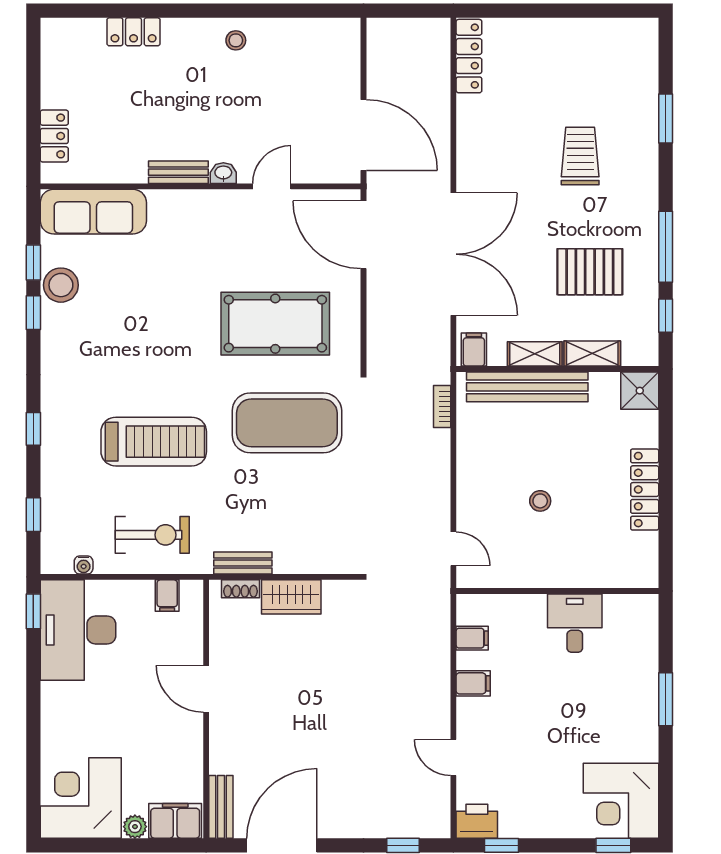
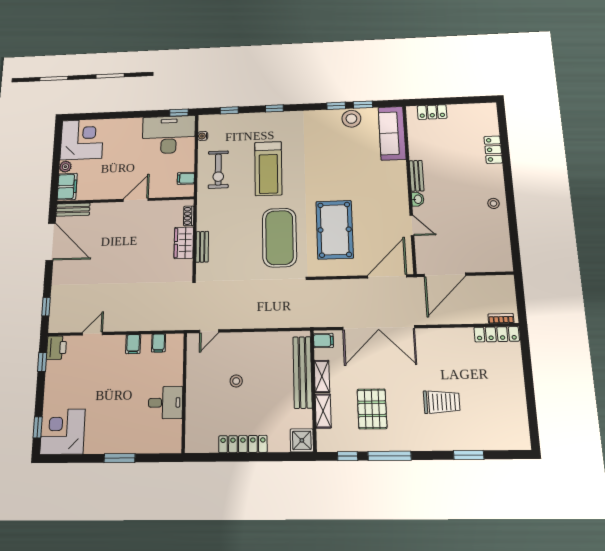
bookcase: (442, 406) -> (501, 318), moved
bench: (243, 563) -> (202, 247), moved

